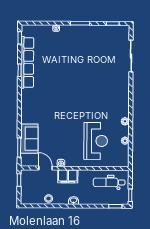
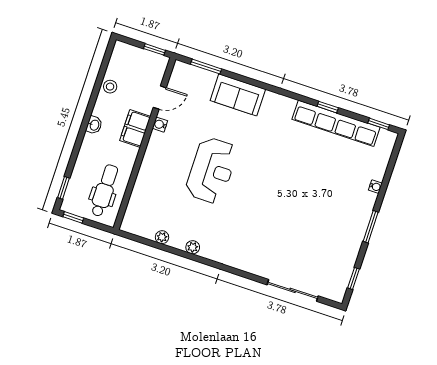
sofa: (29, 139) -> (238, 95), moved
reception desk: (96, 141) -> (212, 170), moved, turned -90

